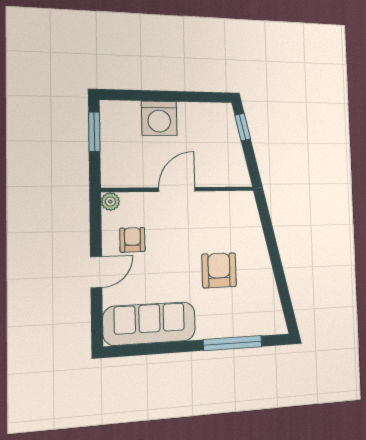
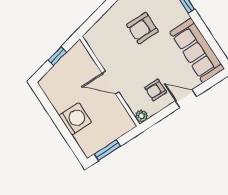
window: (243, 127) -> (57, 56), moved

